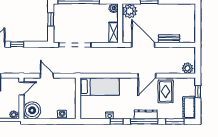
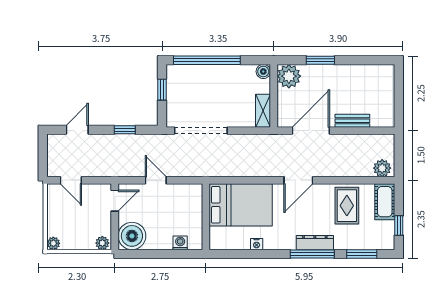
window: (17, 44) -> (125, 130), moved
door: (143, 45) -> (311, 131), hinge flipped
door: (147, 76) -> (298, 180), moved
bed: (100, 87) -> (241, 205), width x1.50
window: (198, 92) -> (399, 225), moved
cot: (189, 108) -> (385, 202), moved
window: (117, 121) -> (268, 254), removed

